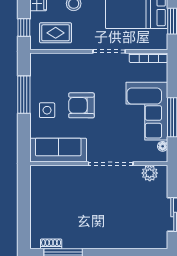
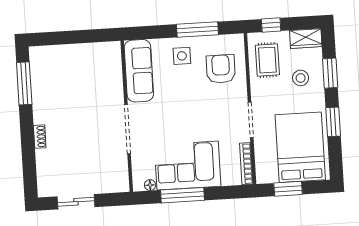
armchair: (81, 105) -> (221, 69), moved
plant: (150, 173) -> (120, 173), removed
shoe rack: (51, 244) -> (40, 137), moved

